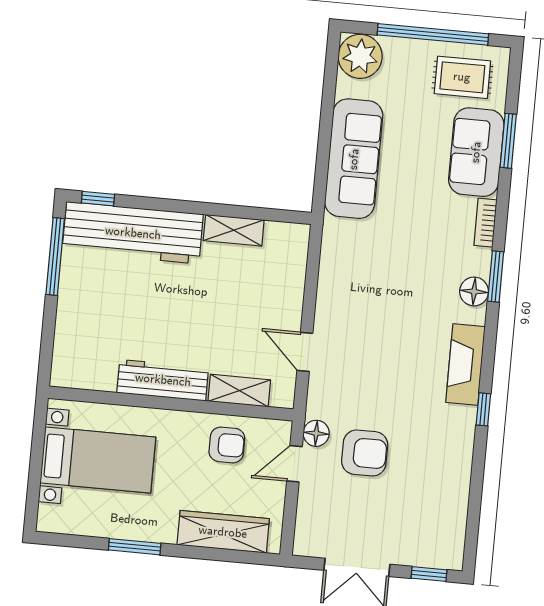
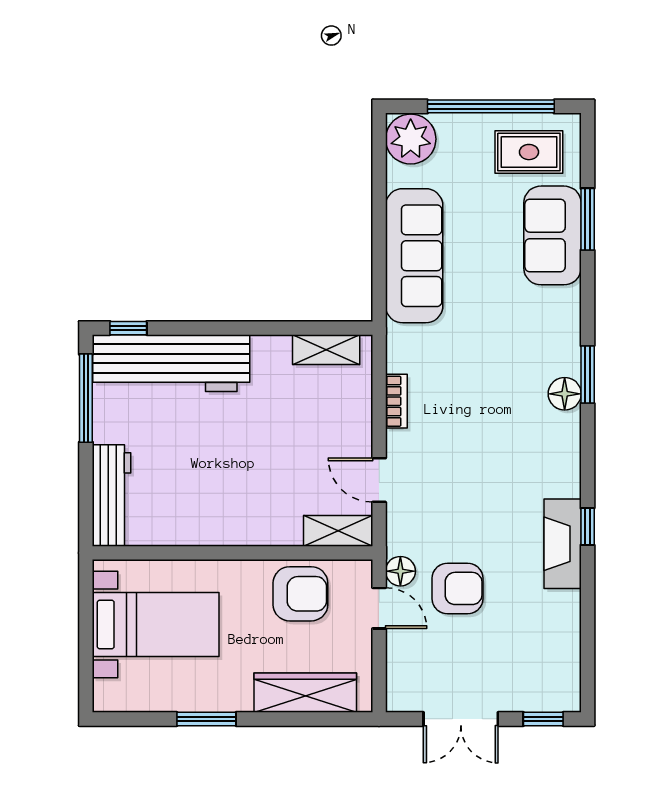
bookcase: (485, 223) -> (396, 401), moved, turned 180
shelving: (234, 230) -> (326, 350), moved
fireplace: (465, 365) -> (563, 544), moved
workbench: (163, 380) -> (111, 495), moved, turned 90
shelving: (239, 391) -> (338, 531), moved
armchair: (227, 445) -> (300, 594), width x1.38, depth x1.38
door: (294, 464) -> (379, 608), swing flipped

